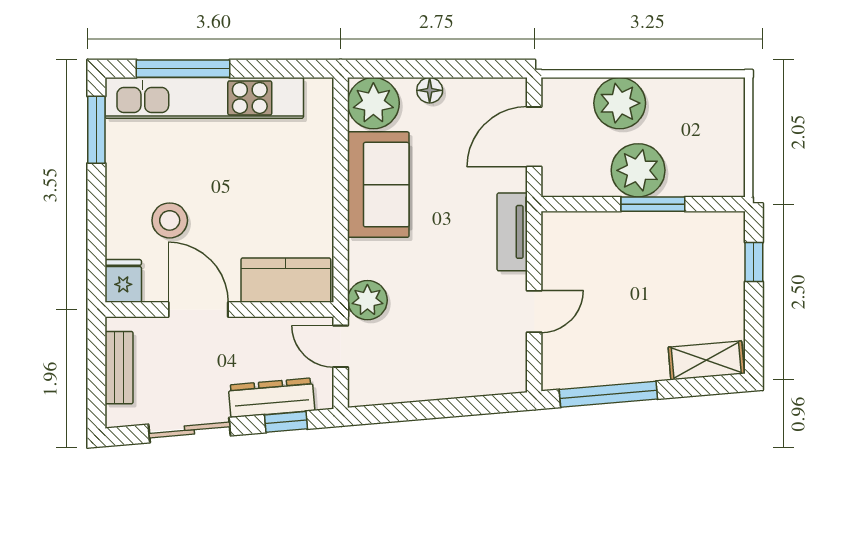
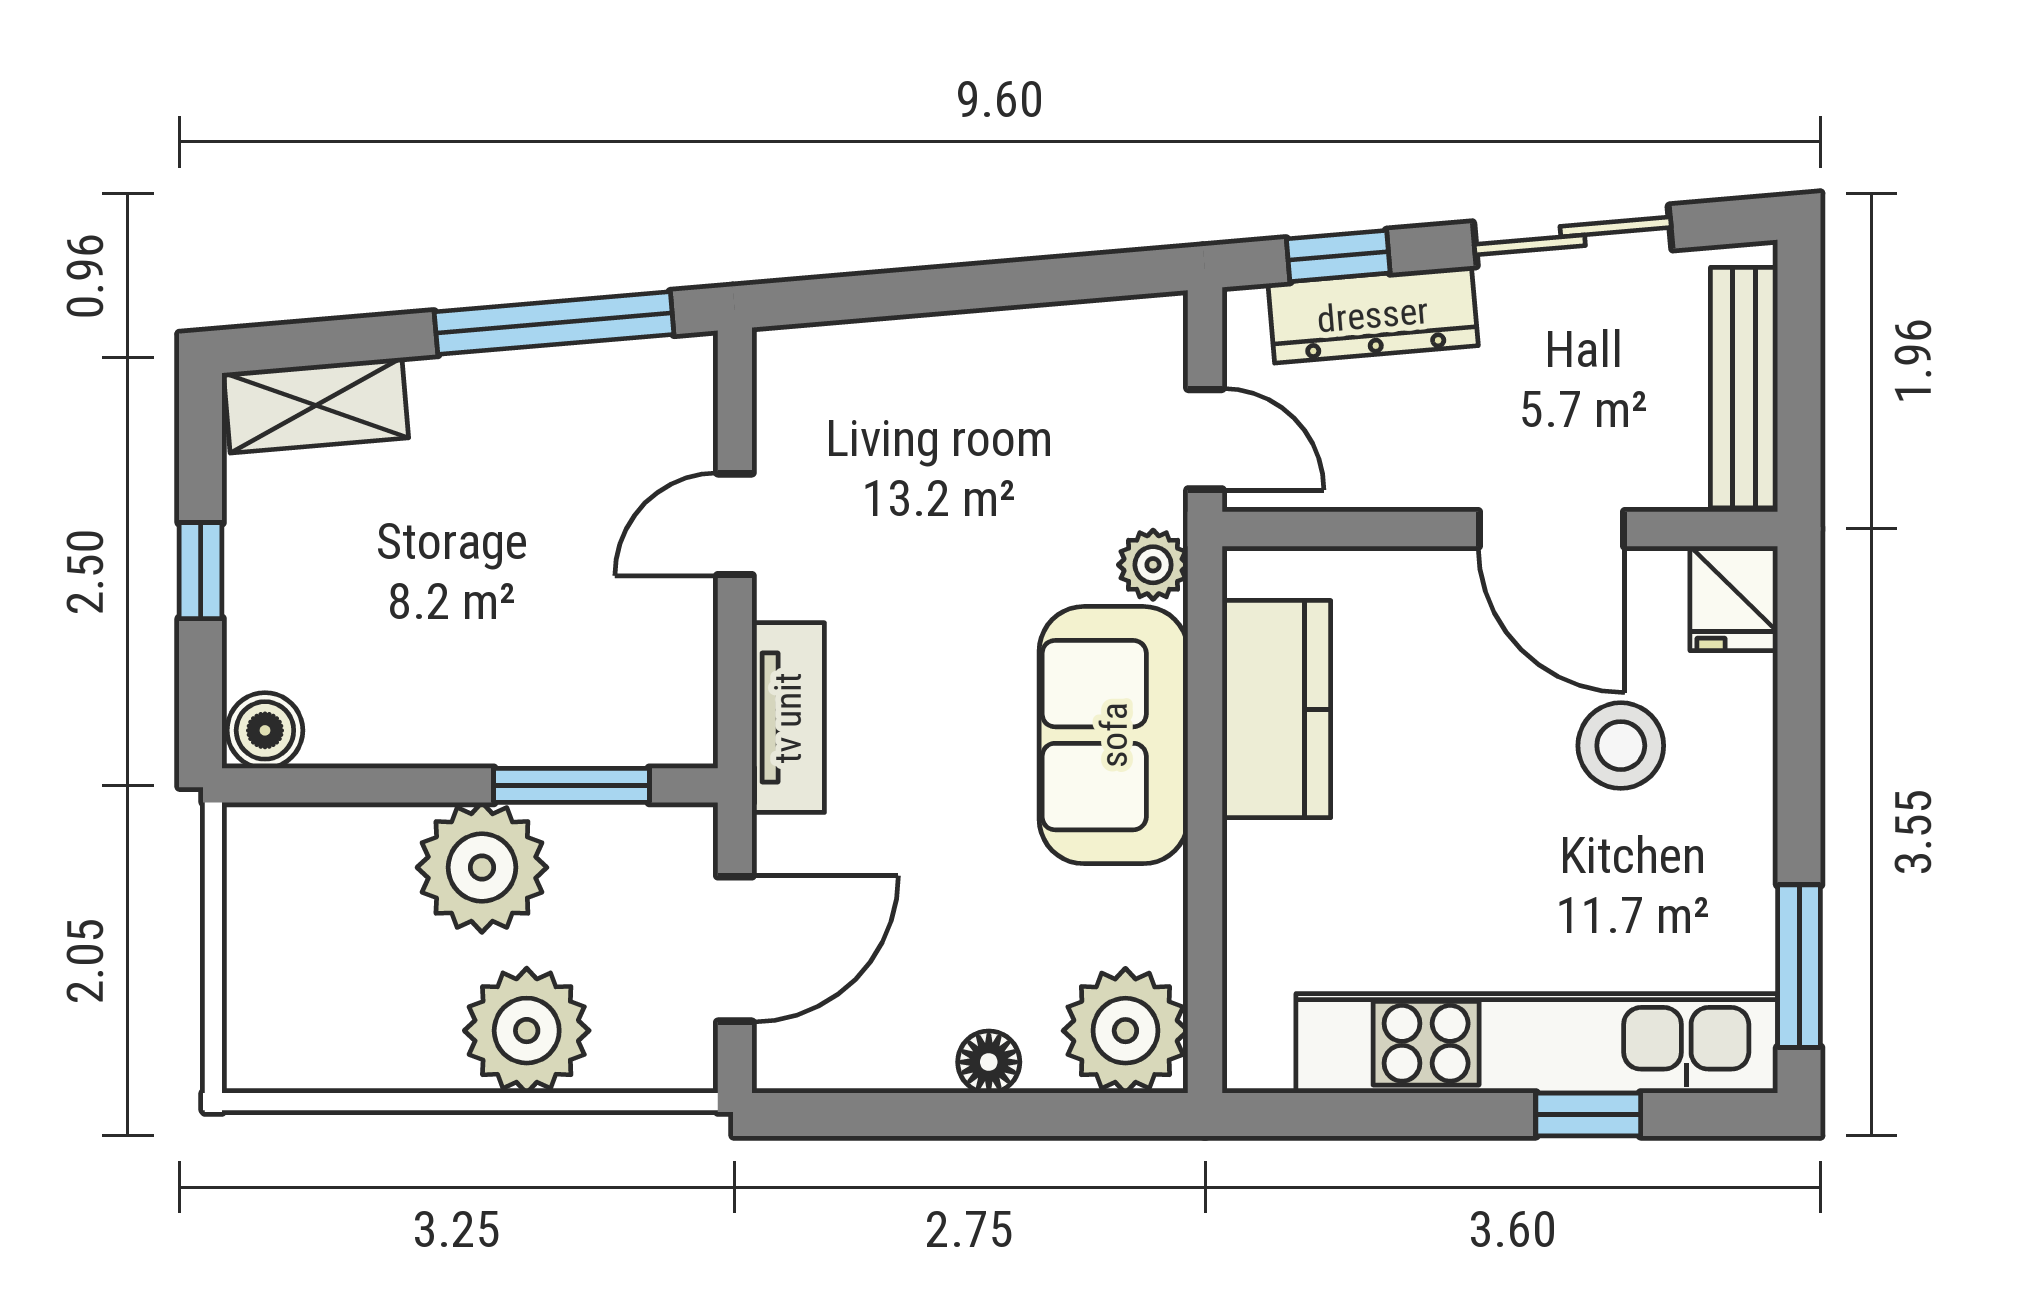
window: (183, 69) -> (1588, 1114), width x0.46
sofa: (378, 185) -> (1114, 735), moved
window: (653, 204) -> (572, 785), moved
boiler: (727, 227) -> (265, 730), added
window: (754, 262) -> (201, 571), moved
kitchen counter: (286, 280) -> (1276, 709), moved, turned -90
plant: (367, 300) -> (1153, 565), width x0.73, depth x0.73
bench: (119, 368) -> (1744, 388), width x1.36

